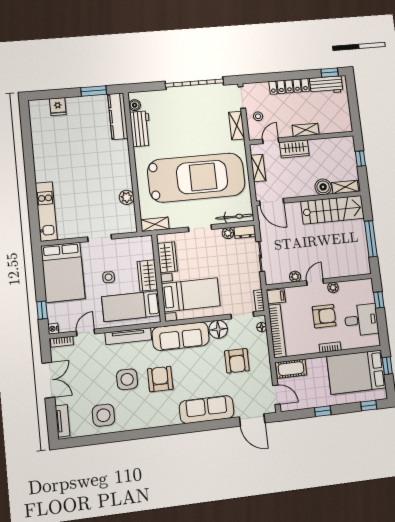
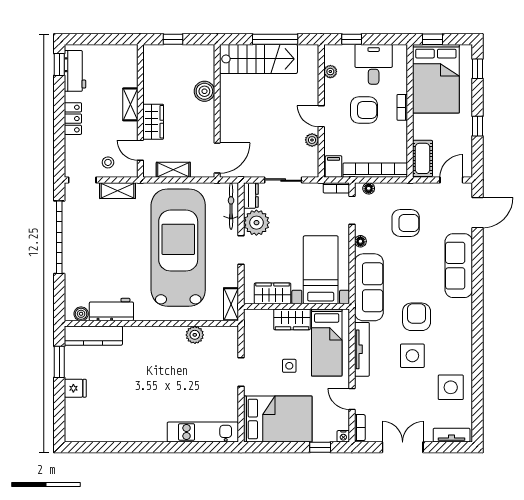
locker: (289, 86) -> (73, 119), width x0.66
fridge: (58, 107) -> (75, 388), moved
shelving: (345, 187) -> (207, 63), removed
stairs: (332, 210) -> (258, 59), moved, turned 90
plant: (228, 233) -> (256, 223), width x1.88, depth x1.88
plant: (333, 288) -> (330, 72), moved
armchair: (324, 316) -> (364, 110), turned 90
floor lamp: (218, 329) -> (360, 241), width x0.53, depth x0.53
armchair: (160, 379) -> (417, 317), turned 90

